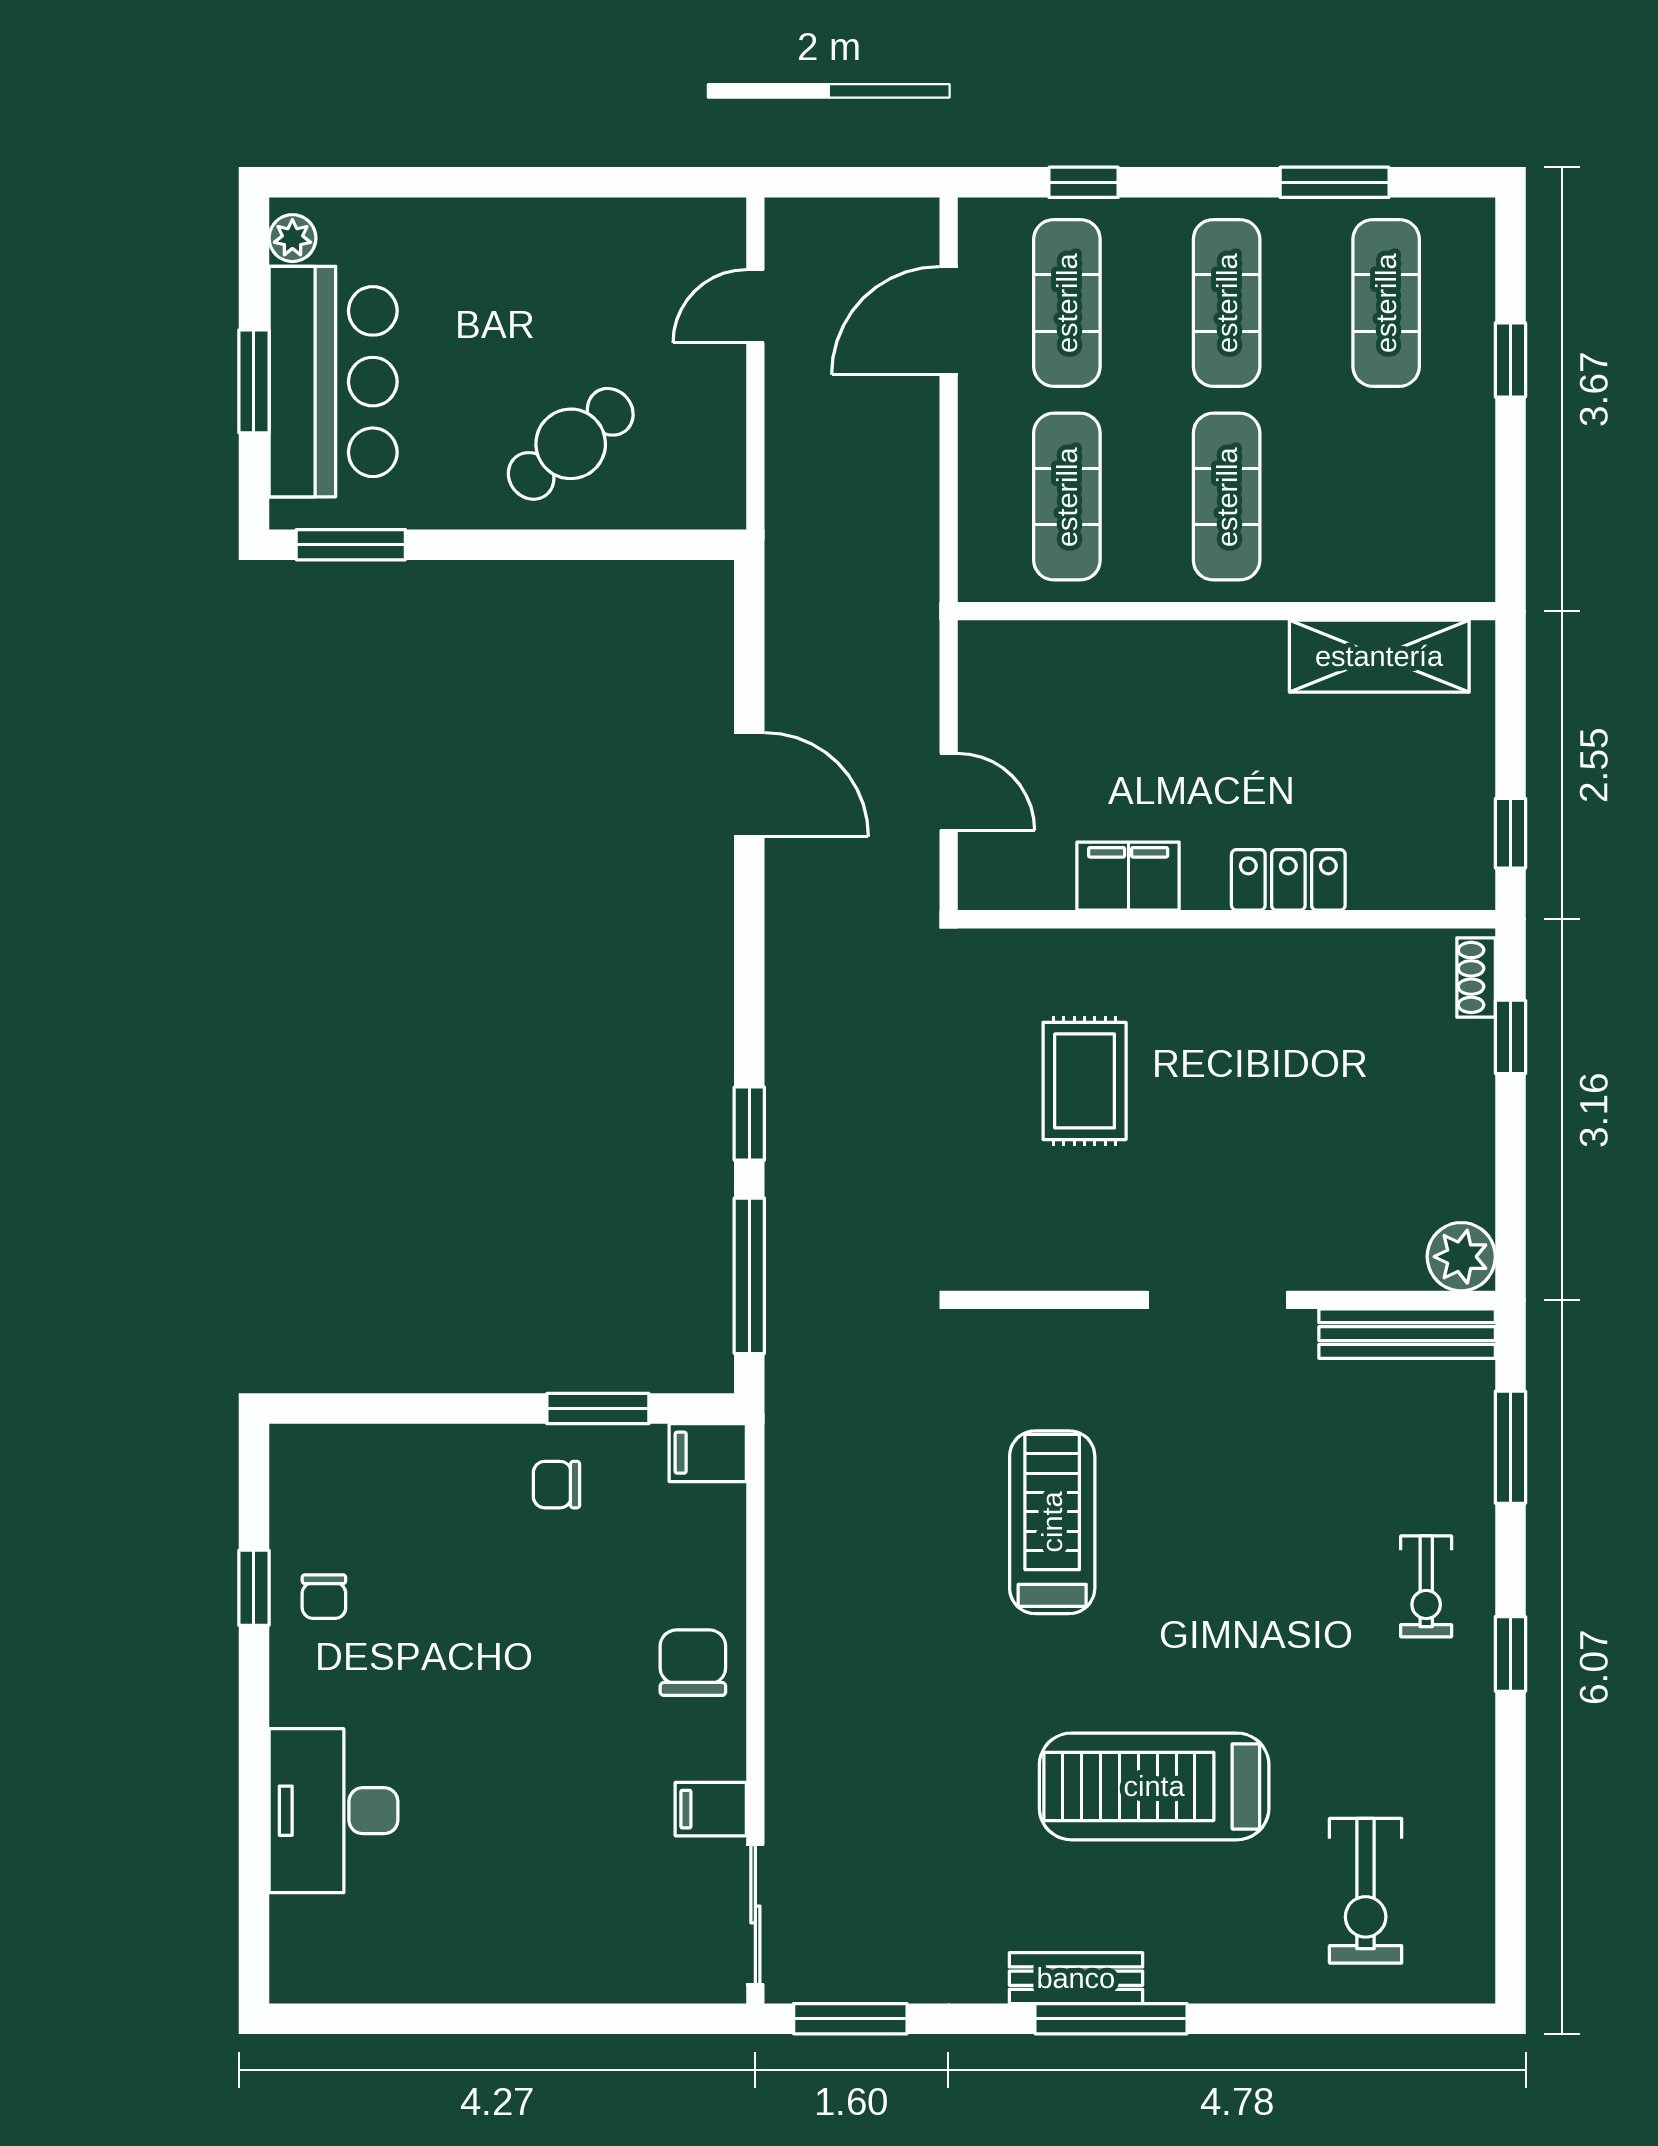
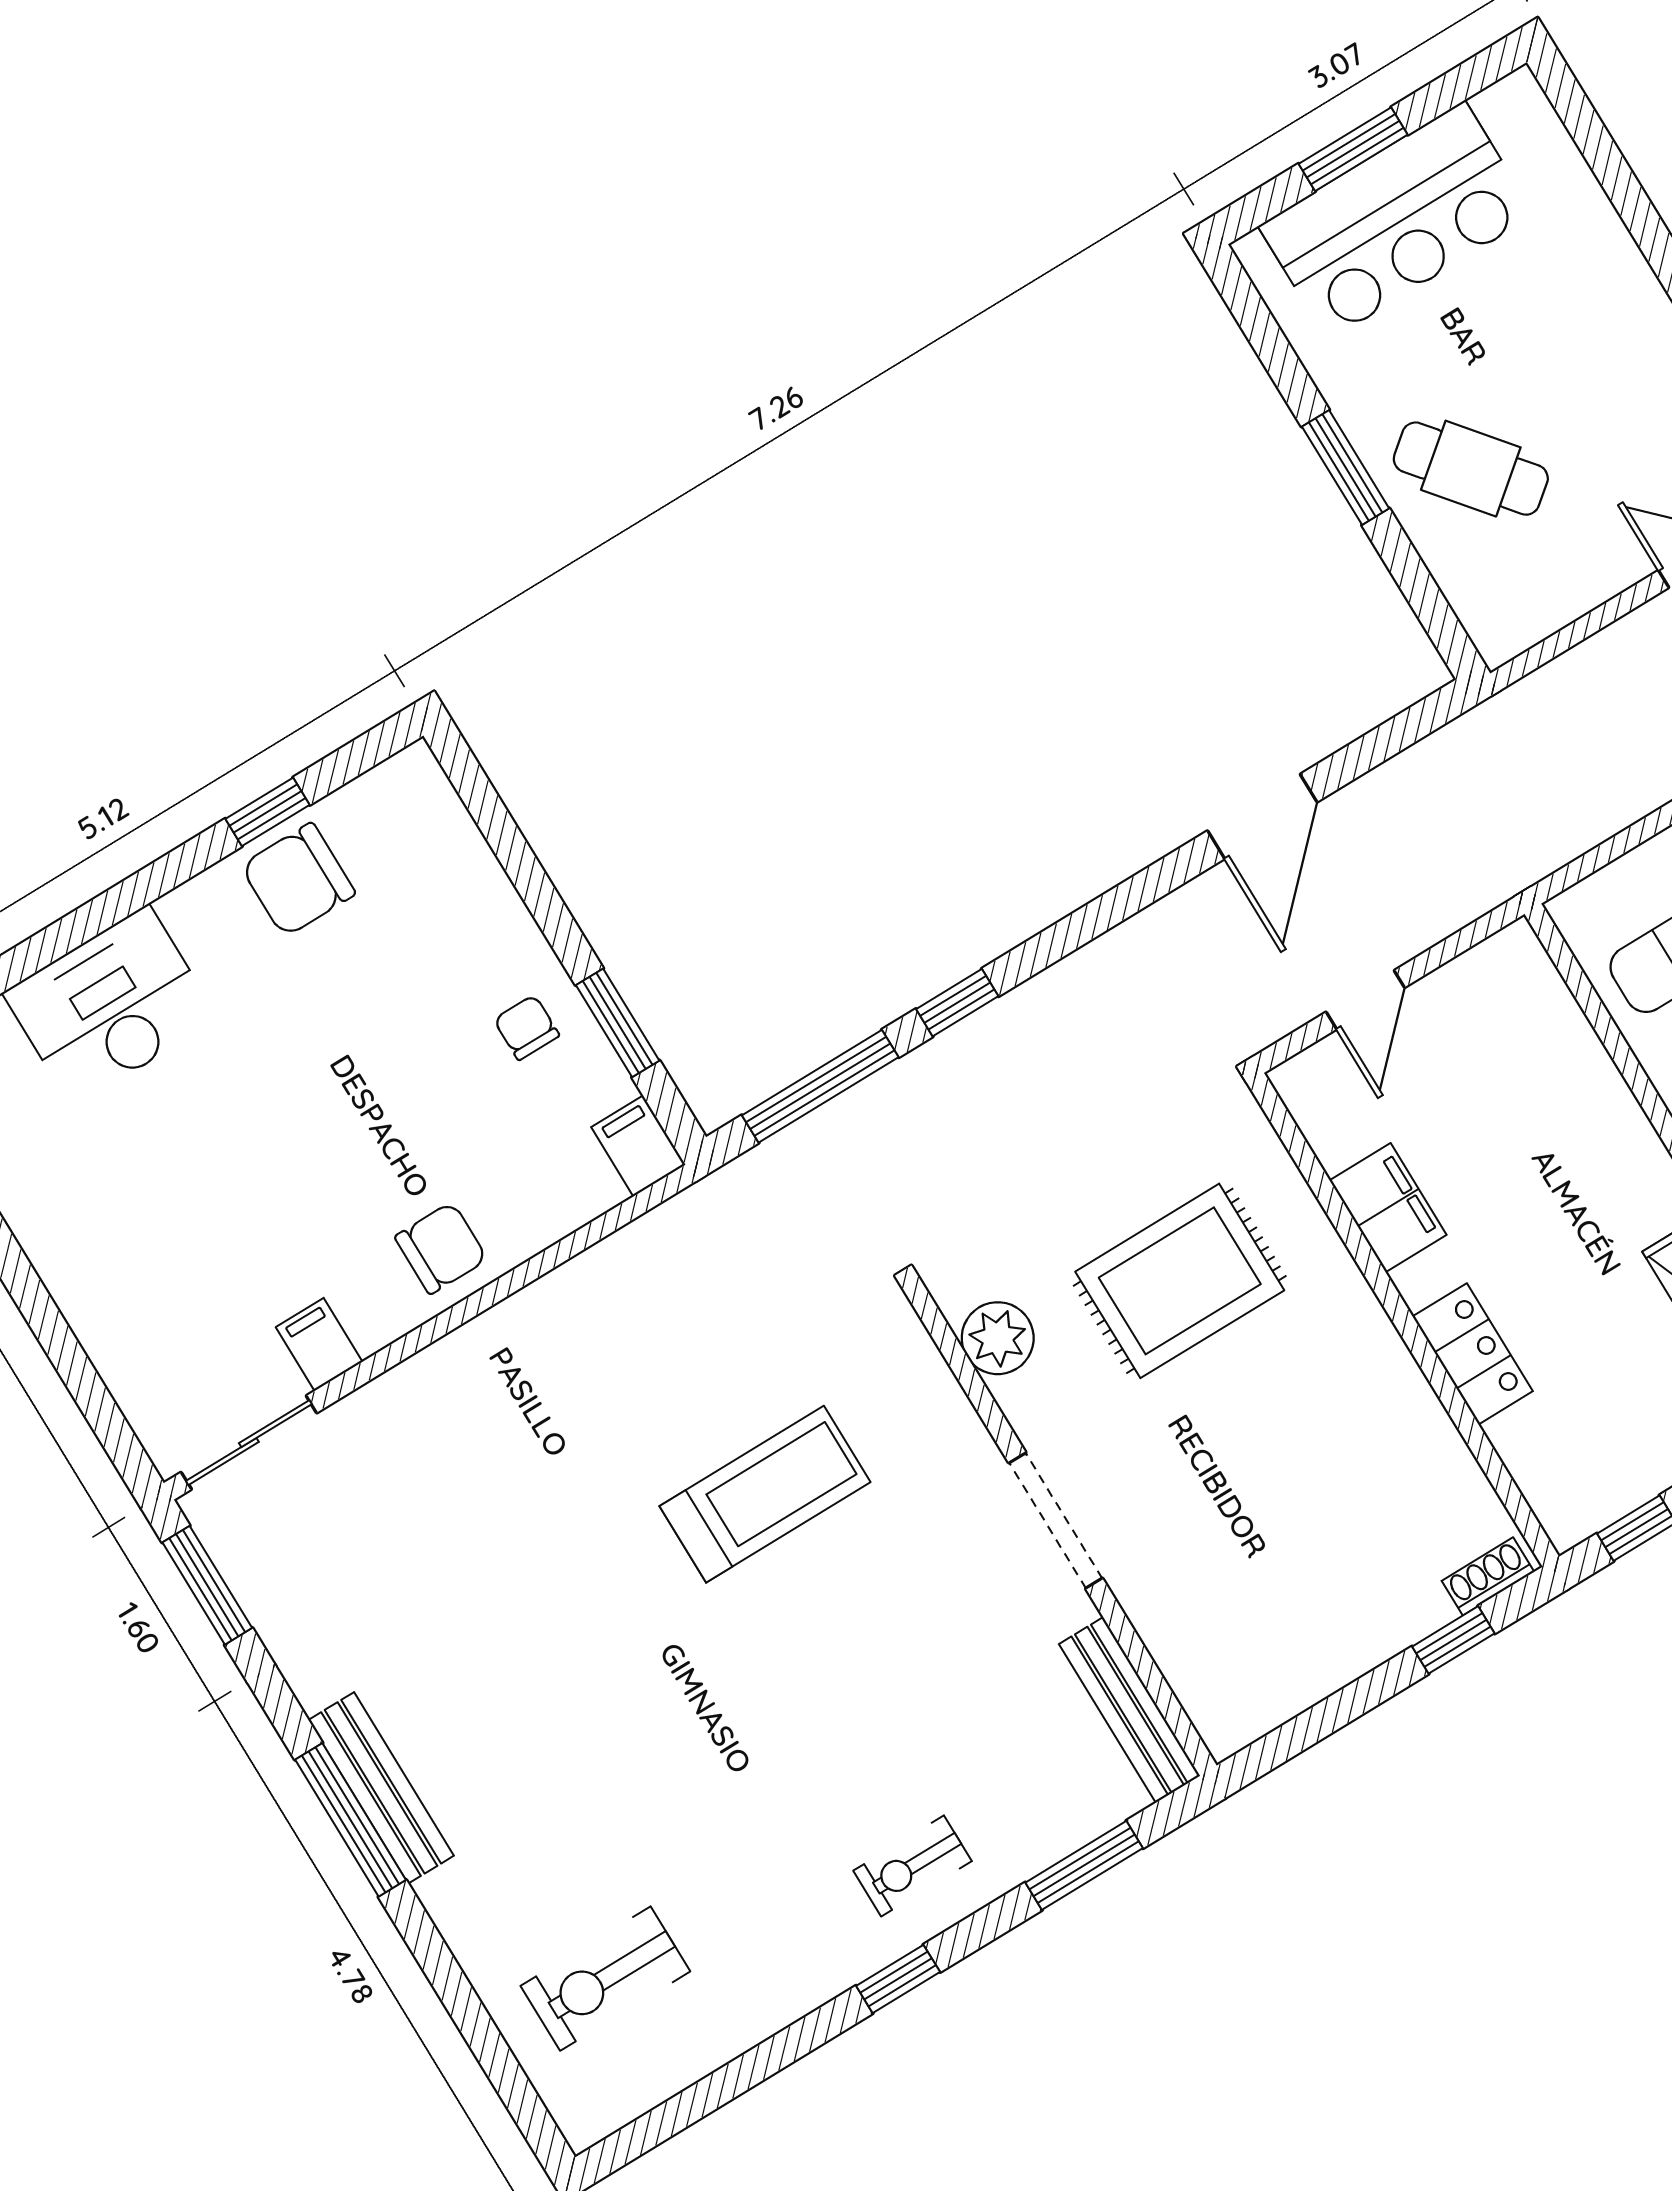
plant: (292, 238) -> (1503, 105), removed
window: (351, 545) -> (1346, 467), moved
rug: (1085, 1081) -> (1180, 1281), width x1.36, depth x1.43
plant: (1461, 1257) -> (998, 1338), moved
chair: (324, 1597) -> (298, 880), width x1.87, depth x1.87
treadmill: (1154, 1786) -> (583, 1731), removed
bench: (1076, 1978) -> (381, 1788), width x1.36

